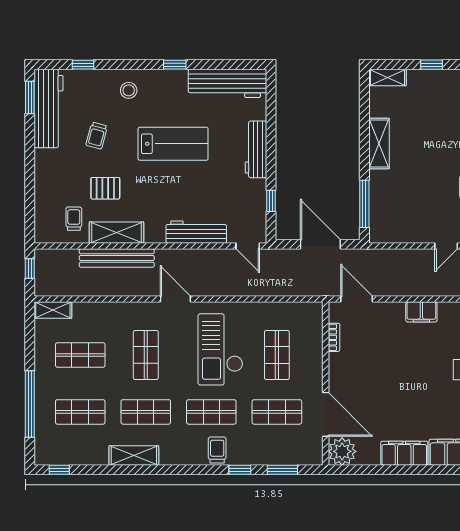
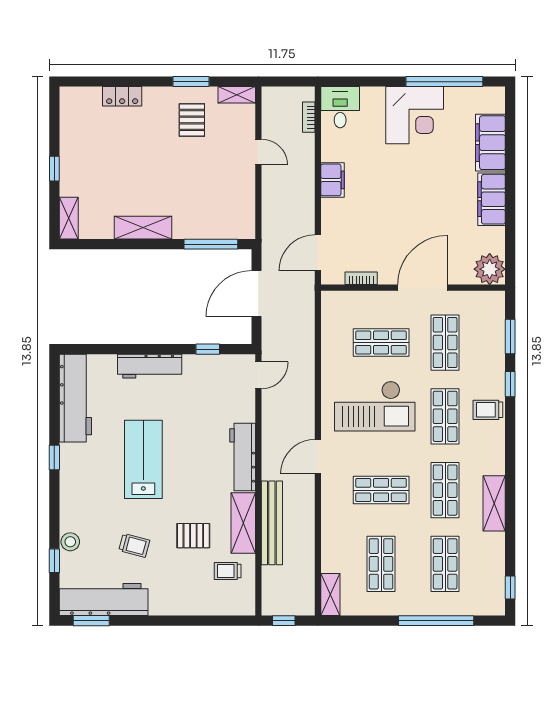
stool: (129, 90) -> (70, 542), moved
pallet: (105, 188) -> (193, 536), turned 90
workbench: (196, 232) -> (243, 457), moved
door: (326, 414) -> (422, 288), moved

